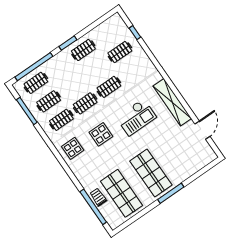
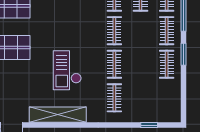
clothes rail: (120, 52) -> (114, 98), moved
clothes rail: (60, 66) -> (167, 31), added
display table: (101, 134) -> (74, 25), removed

